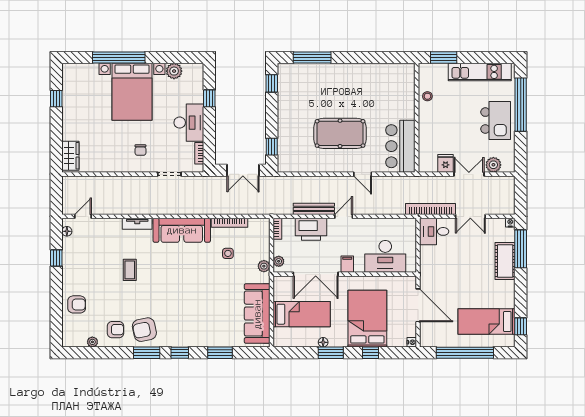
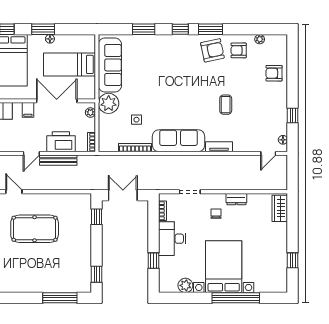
dresser: (118, 166) -> (236, 199), added
plant: (264, 266) -> (109, 103), width x1.88, depth x1.88

